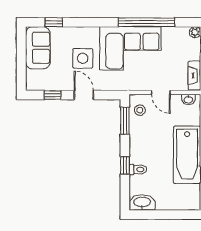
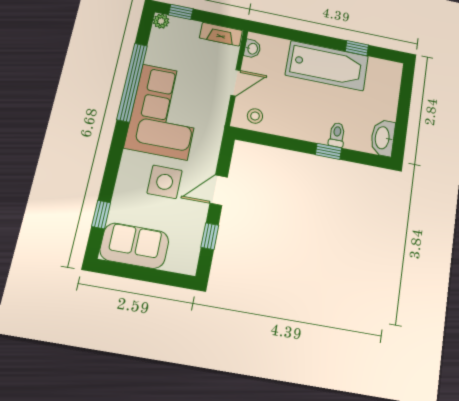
window: (125, 121) -> (266, 139), removed

